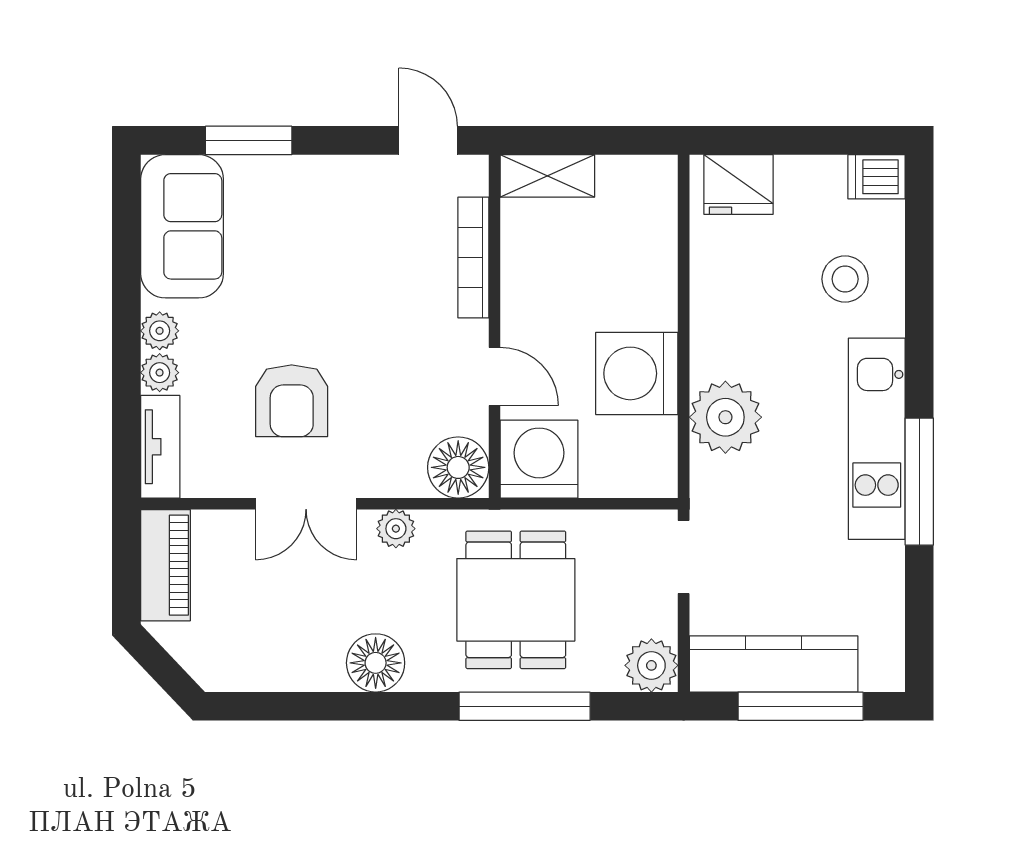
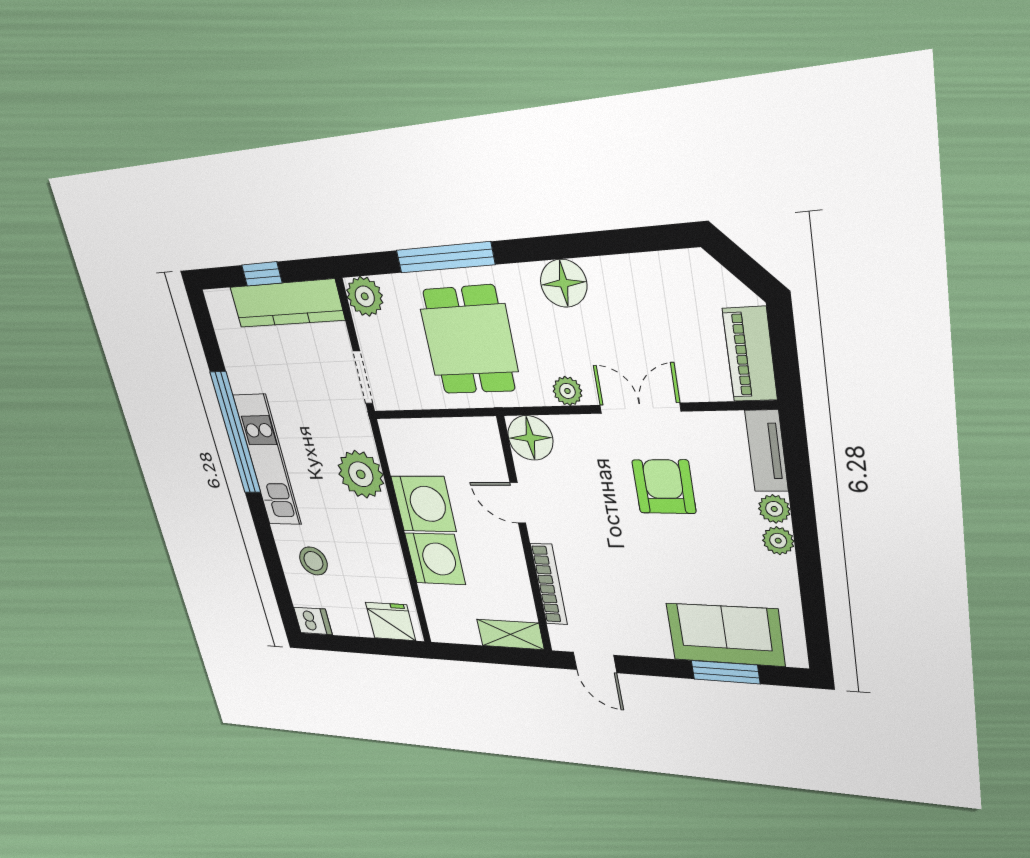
sofa: (182, 226) -> (725, 635), moved, turned 90
washing machine: (539, 459) -> (435, 559), moved, turned -90
window: (919, 482) -> (236, 433), width x1.46
window: (801, 706) -> (262, 274), width x0.46

